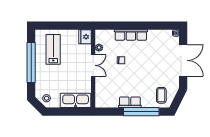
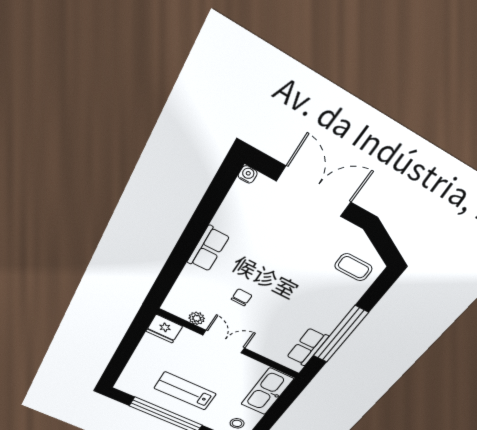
row of seats: (131, 35) -> (208, 249), width x0.68
lab bench: (53, 49) -> (185, 391), moved
row of seats: (130, 102) -> (307, 347), moved
window: (141, 112) -> (340, 335), moved

